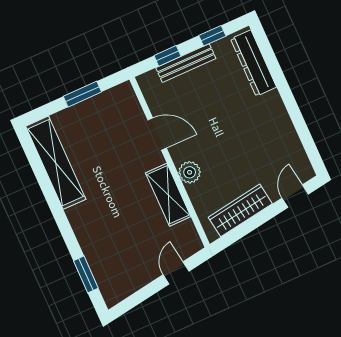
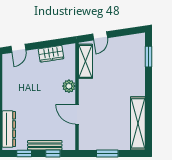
shelving: (168, 195) -> (86, 61), moved
wardrobe: (240, 210) -> (51, 54), width x0.67

